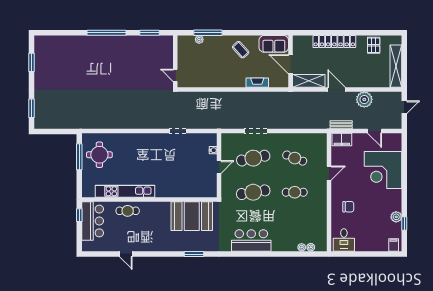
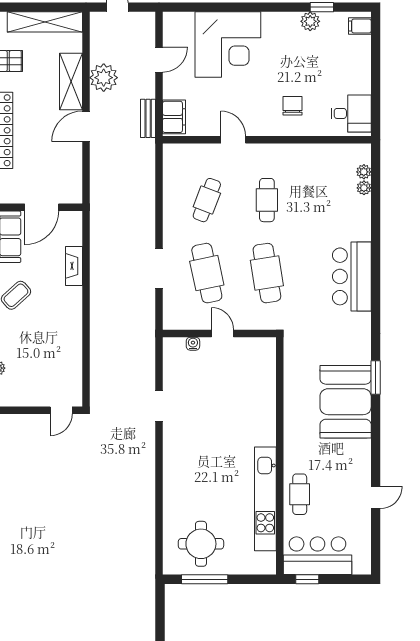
shelving: (309, 81) -> (71, 82), moved
booth: (192, 216) -> (346, 402), moved

